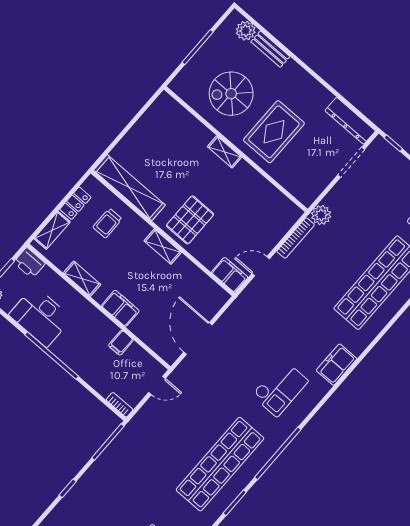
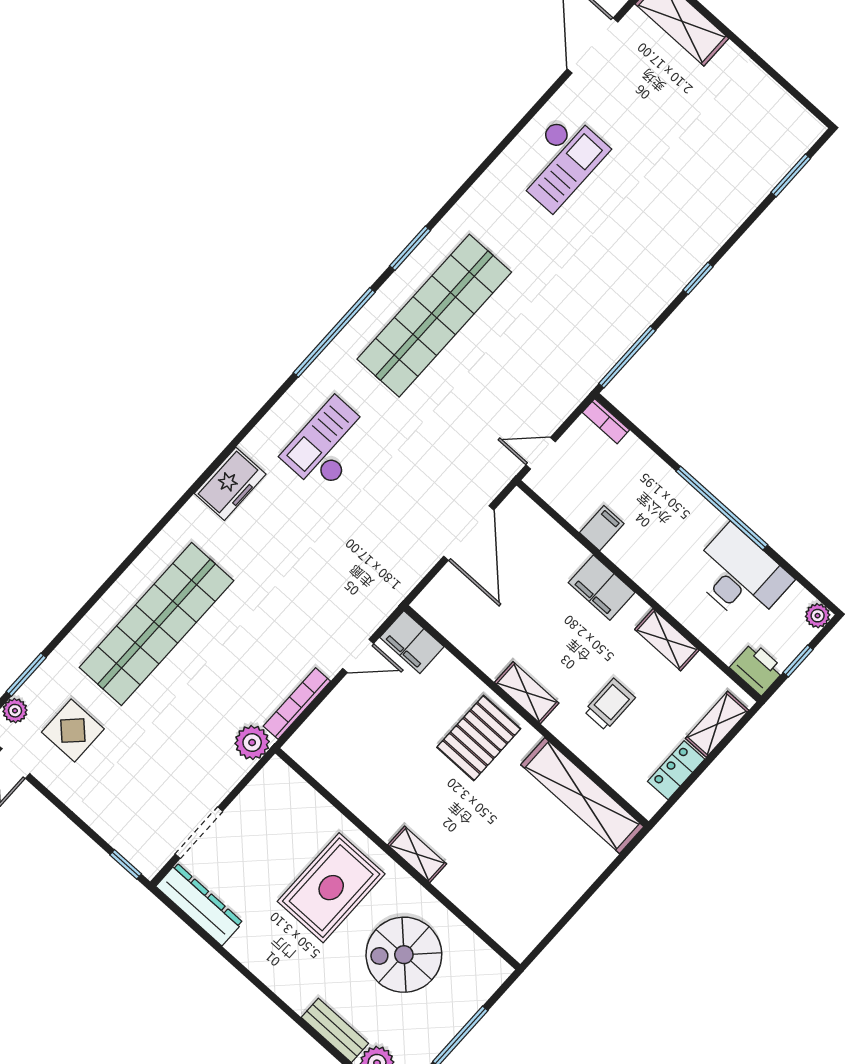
spiral stairs: (231, 94) -> (404, 955), turned 180
trolley: (107, 223) -> (610, 704), moved

